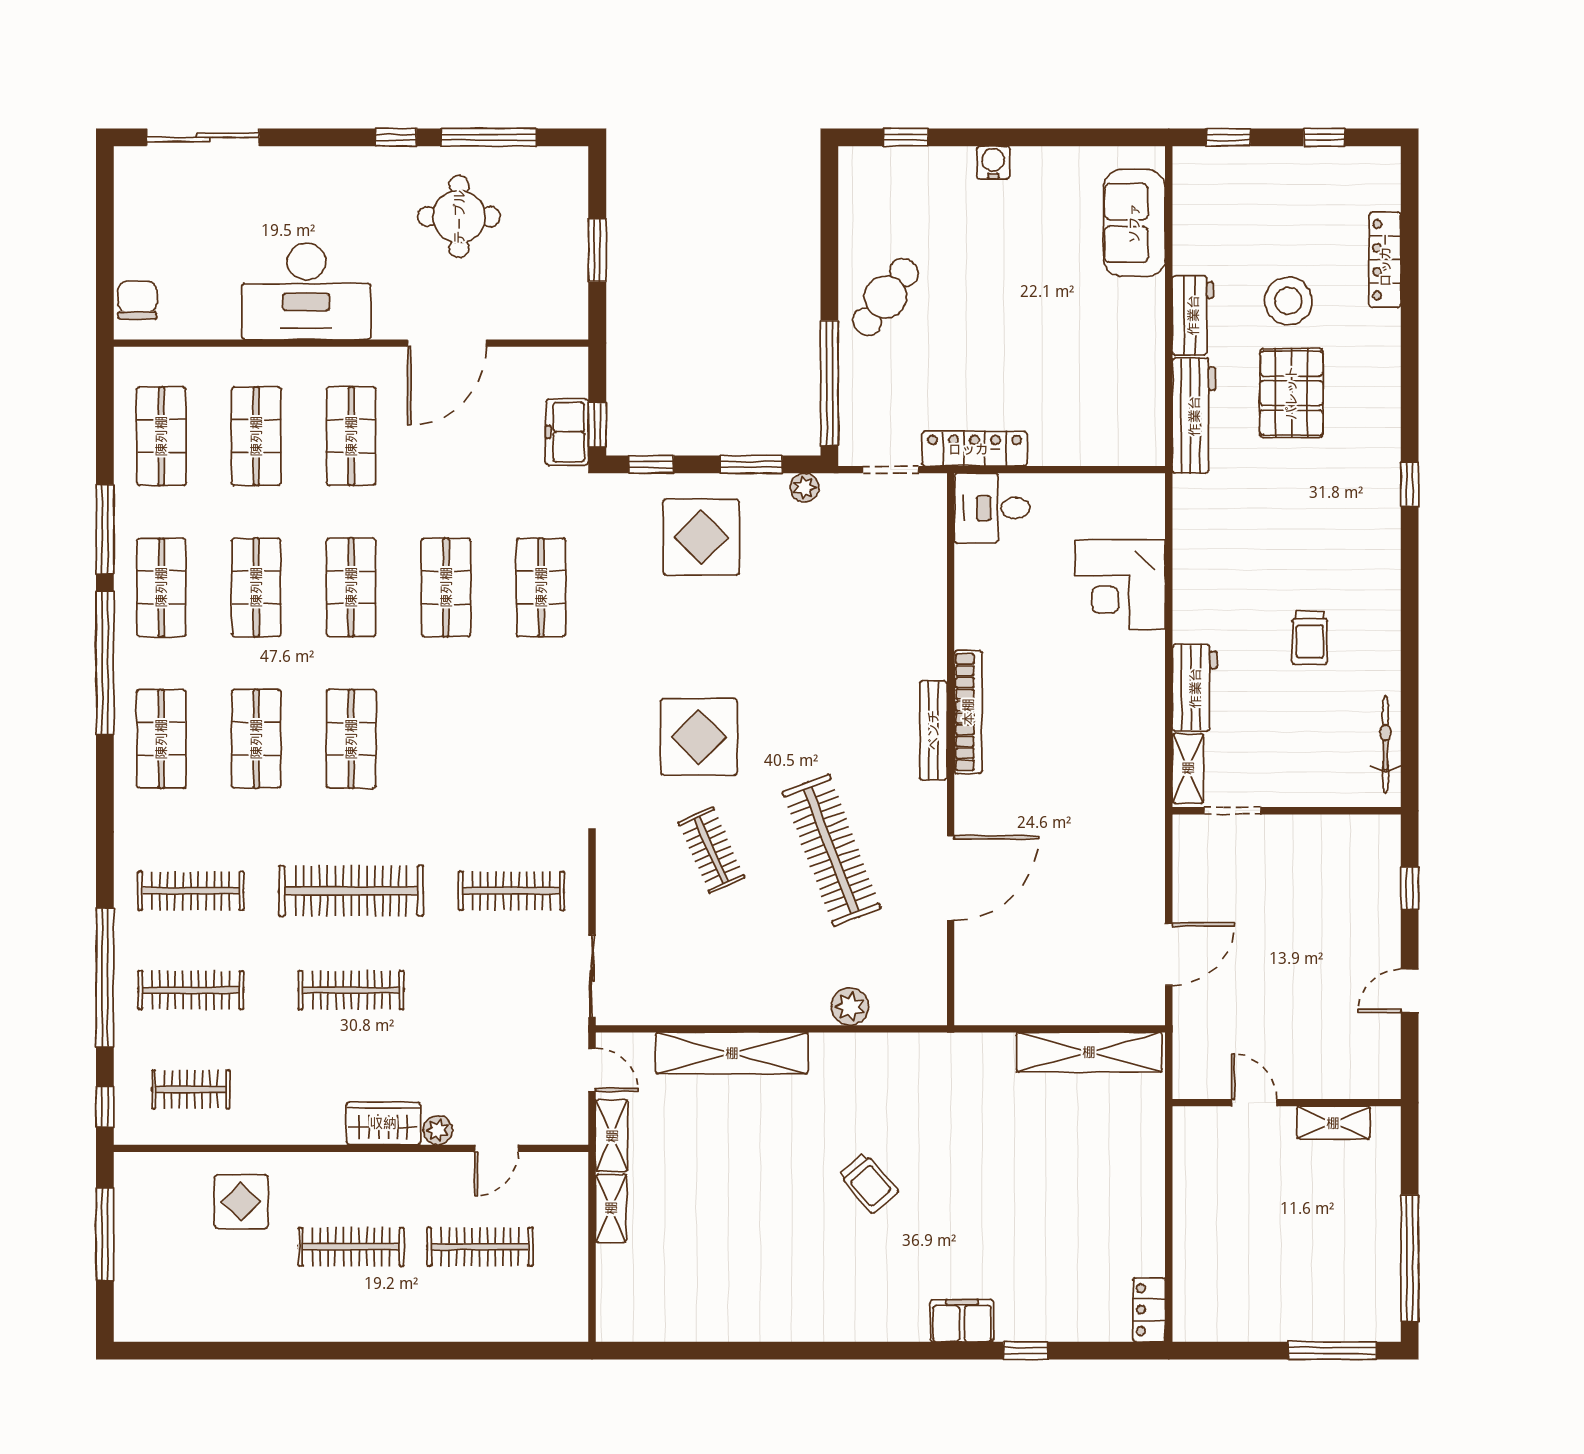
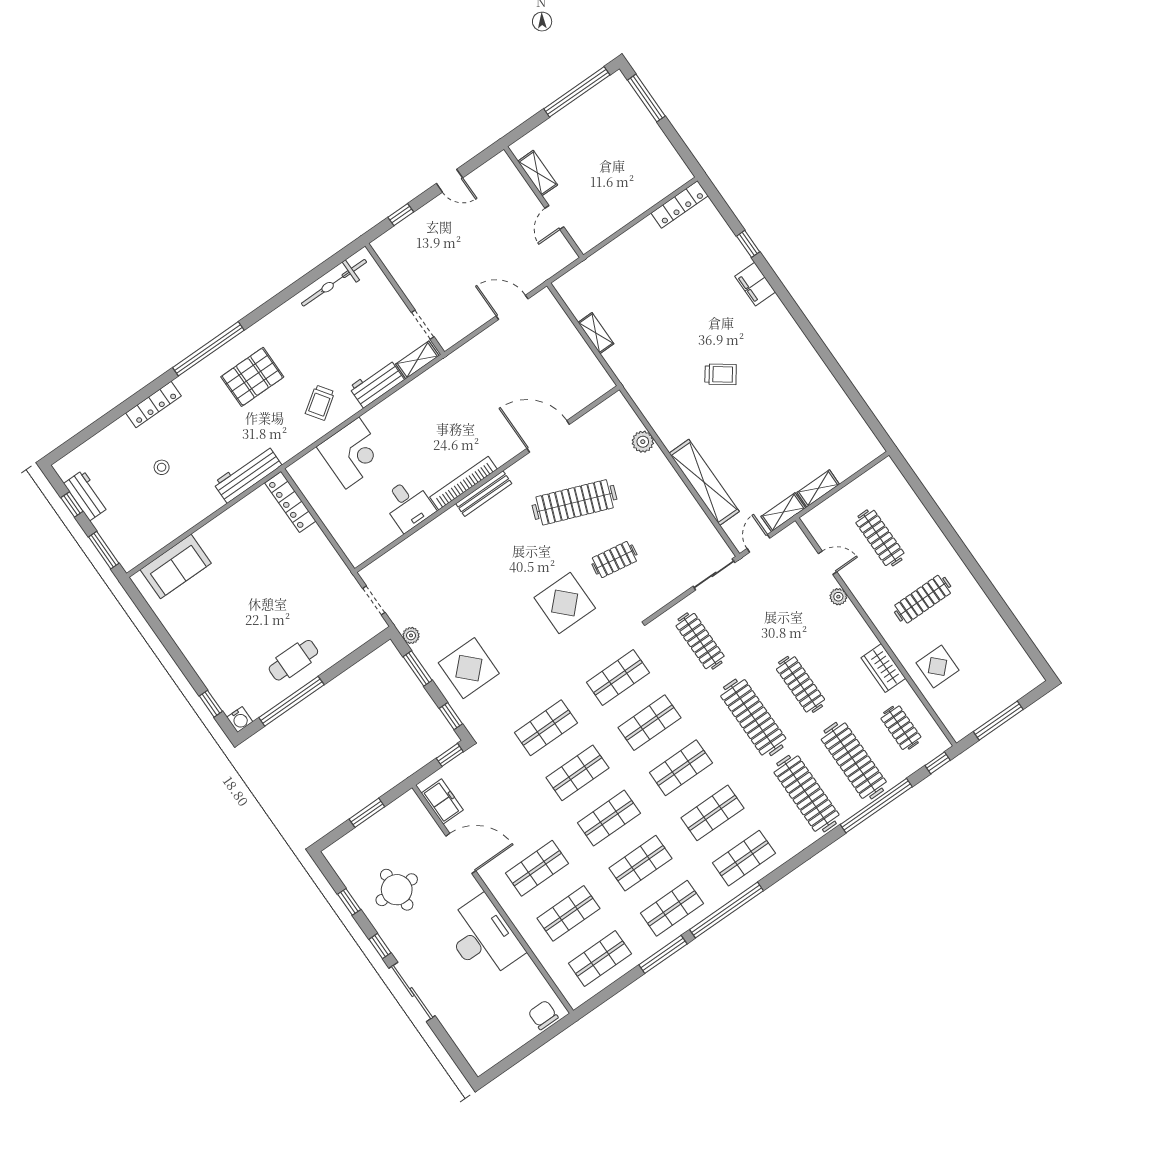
sliding door: (203, 137) -> (412, 992), moved
window: (489, 137) -> (349, 902), width x0.46
window: (1228, 137) -> (104, 550), width x1.50
water cooler: (993, 162) -> (240, 720), moved, turned -90
locker: (1385, 260) -> (154, 404), moved
cafe table: (886, 297) -> (293, 660), turned -37
chair: (137, 300) -> (543, 1015), turned 90
stool: (1288, 301) -> (162, 467), width x0.53, depth x0.53
workbench: (1193, 315) -> (86, 495), moved, turned 90
window: (829, 383) -> (291, 701), moved
pallet: (1291, 393) -> (252, 377), moved
freezer: (567, 432) -> (442, 801), moved, turned -90
locker: (975, 449) -> (290, 502), moved
window: (1410, 484) -> (208, 349), width x3.17
desk: (992, 508) -> (408, 505), moved
trolley: (1310, 638) -> (320, 403), moved, turned 145
shop shelf: (446, 739) -> (649, 723), added
shop shelf: (541, 739) -> (618, 677), added
bicycle: (1385, 744) -> (334, 283), width x1.37, depth x1.40
clothes rail: (711, 850) -> (614, 559), turned 33
clothes rail: (831, 850) -> (575, 502), turned 42
clothes rail: (191, 891) -> (806, 794), width x1.37, depth x1.31
clothes rail: (191, 990) -> (854, 761), width x1.37, depth x1.31
shelving: (1089, 1052) -> (596, 333), width x0.45, depth x0.75
wardrobe: (383, 1123) -> (883, 668), moved
trolley: (868, 1183) -> (721, 374), turned 77
clothes rail: (351, 1247) -> (923, 599), turned 90
locker: (1149, 1310) -> (680, 204), width x1.53

